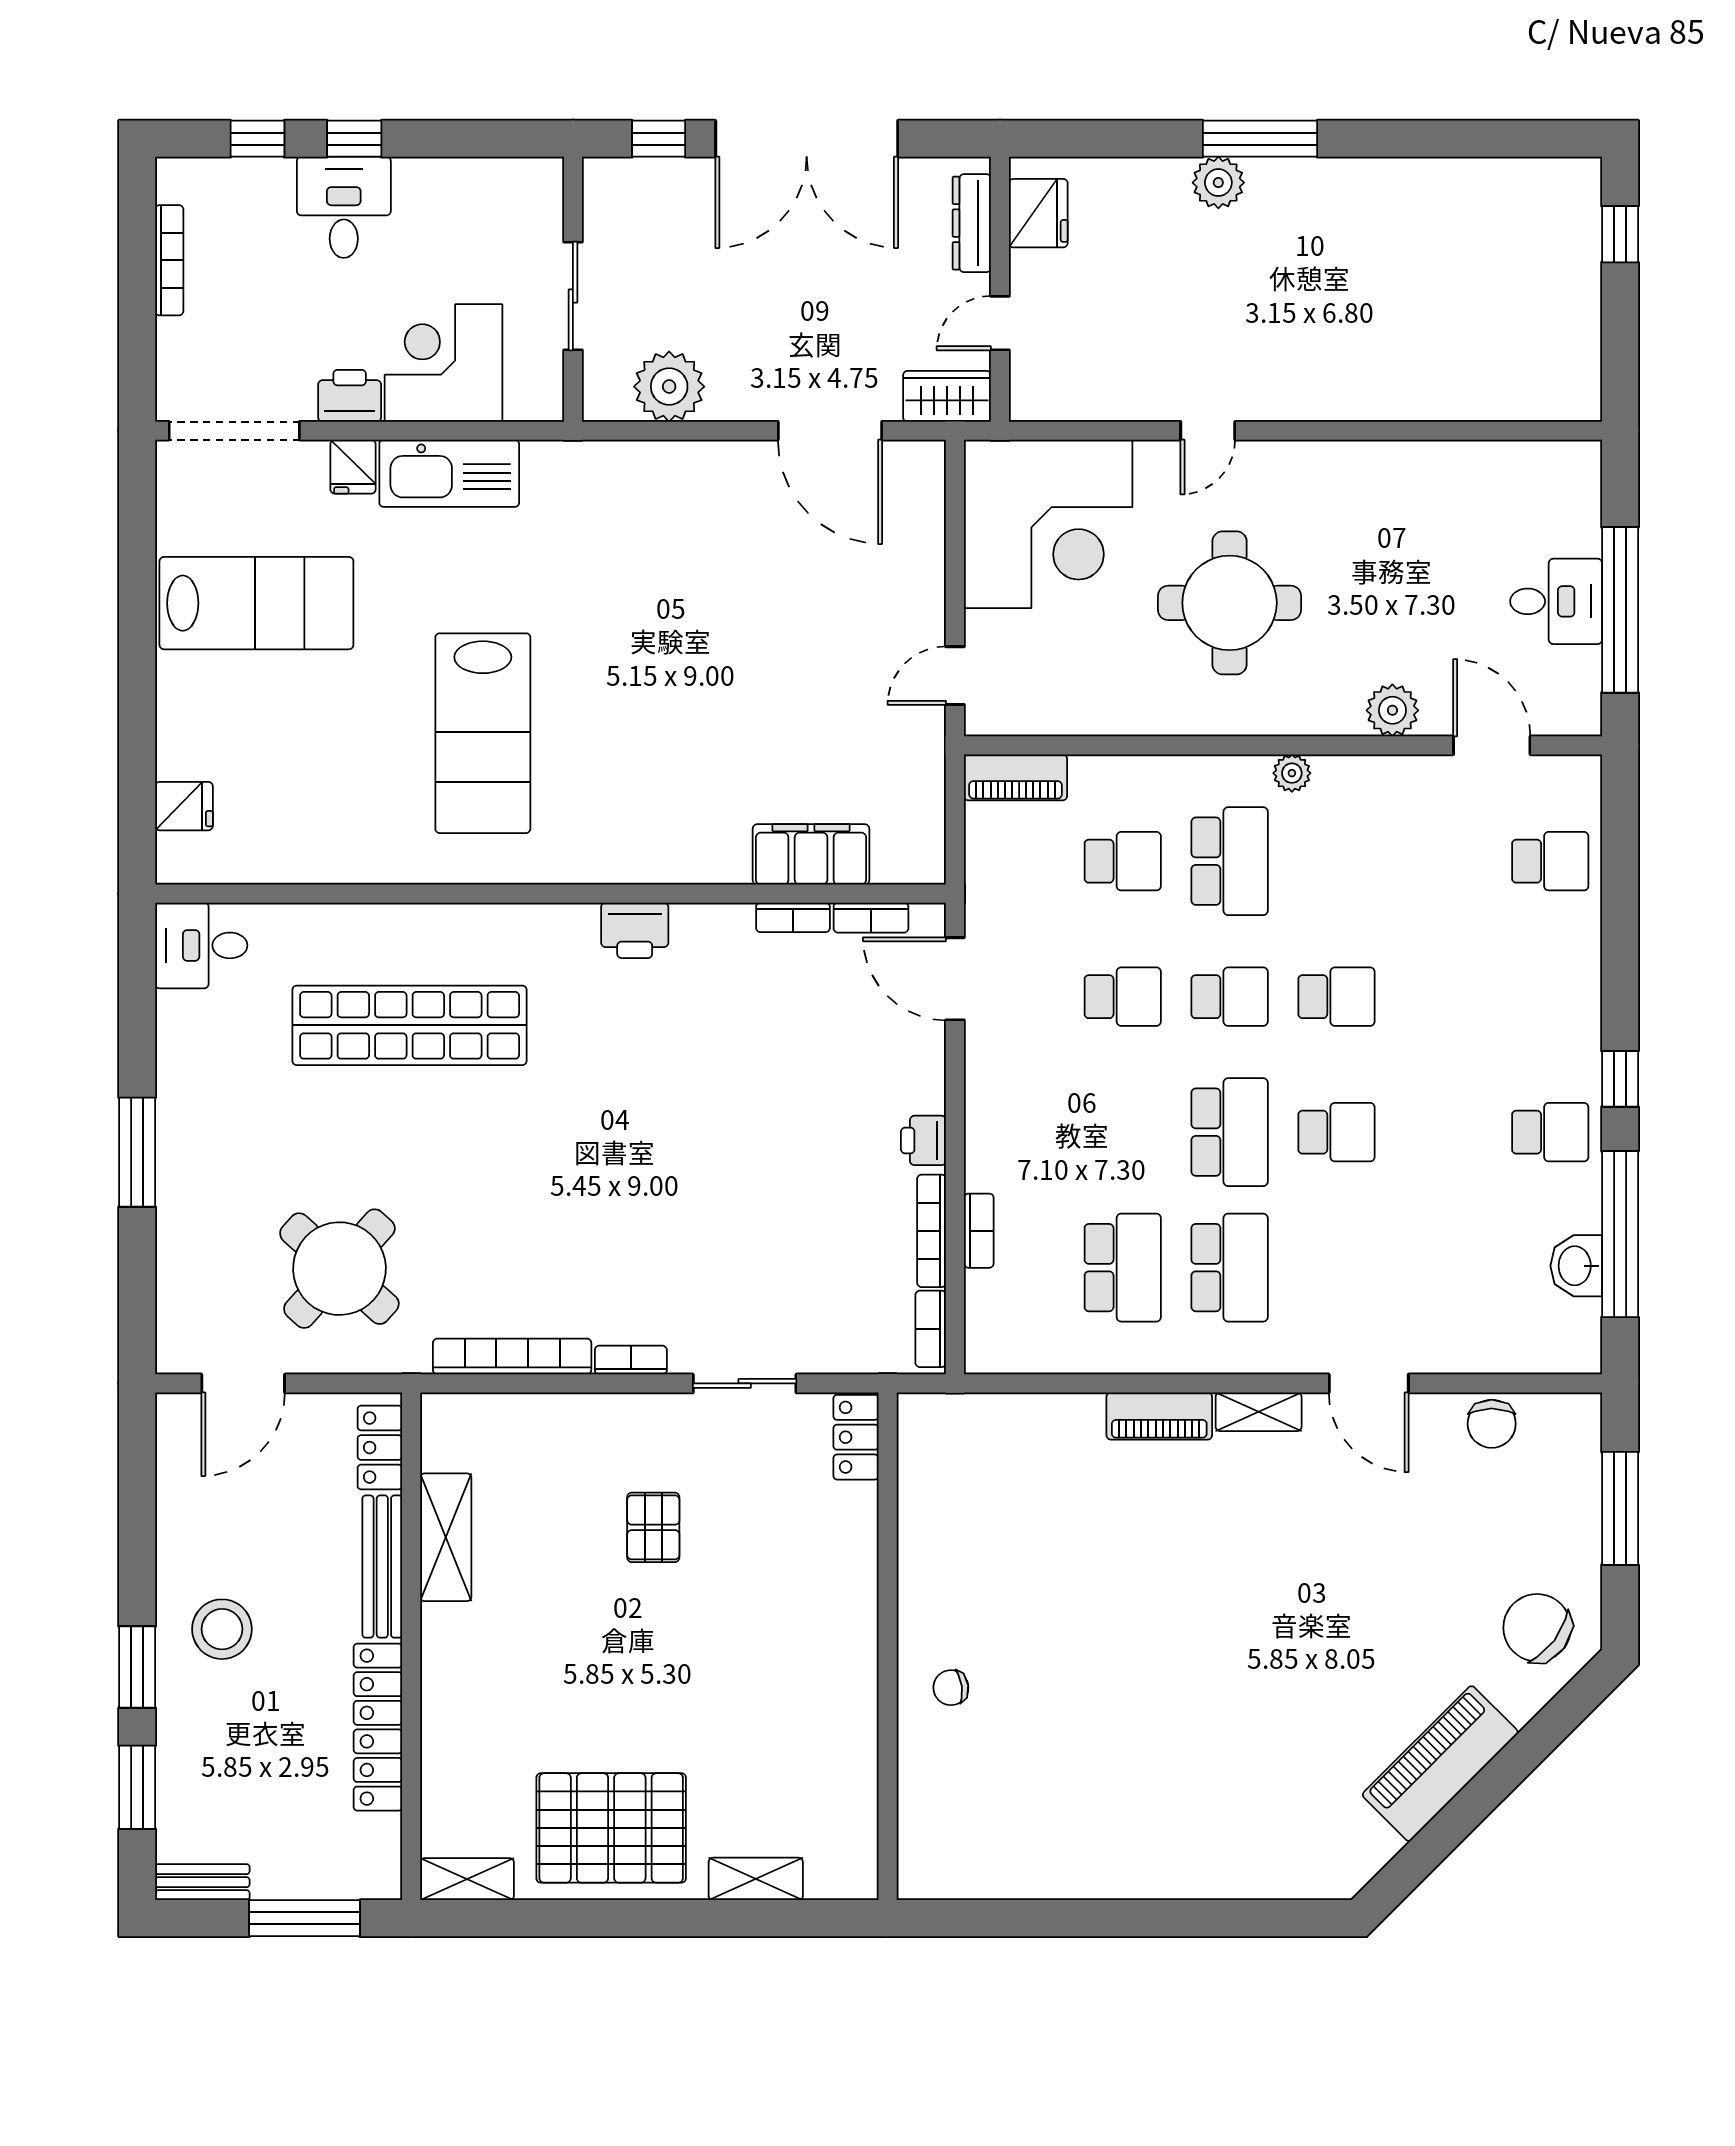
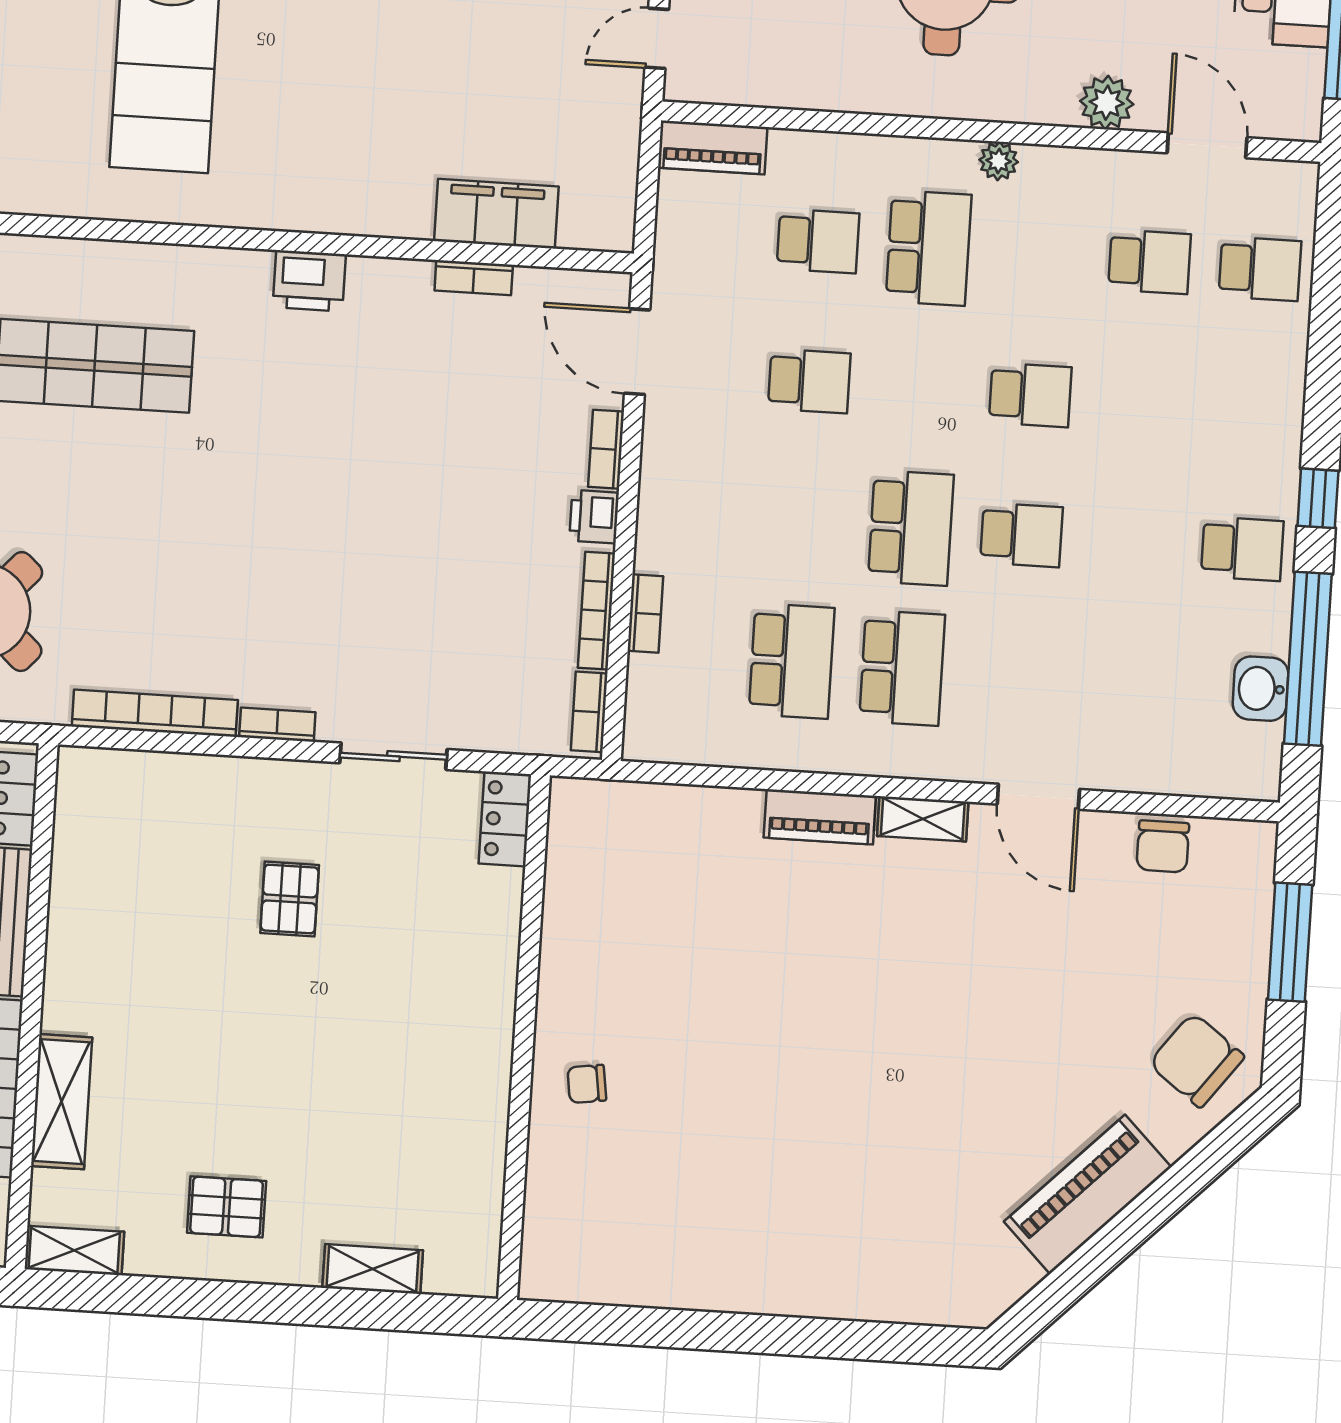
bookcase: (871, 918) -> (606, 449), moved, turned 90
school desk: (1230, 997) -> (1149, 262), moved
shelving: (446, 1537) -> (62, 1102), moved
pallet: (611, 1828) -> (227, 1207), width x0.49, depth x0.50

